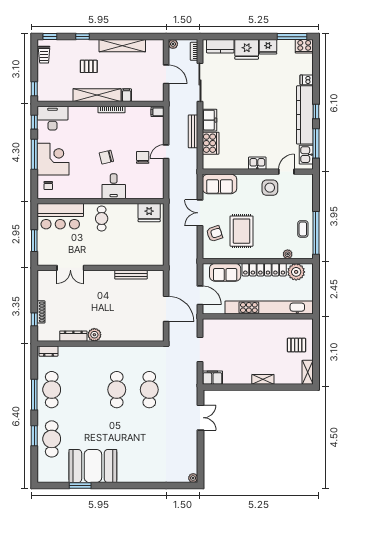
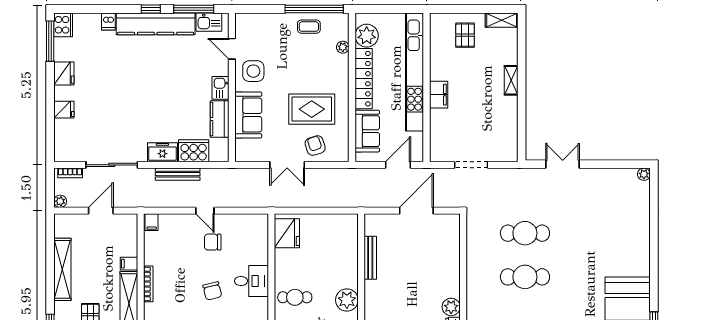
kitchen counter: (220, 46) -> (220, 119), moved, turned 180
fridge: (247, 49) -> (64, 110), width x0.53, depth x0.75
sofa: (219, 184) -> (248, 115), moved
plant: (100, 257) -> (347, 300), added
filing cabinet: (212, 378) -> (439, 95), moved, turned 180

